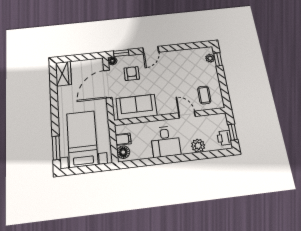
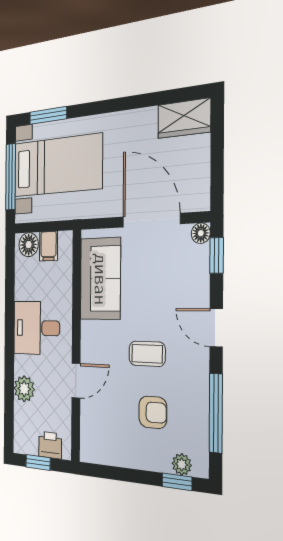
window: (185, 46) -> (216, 413), added
armchair: (132, 74) -> (153, 412), moved
coffee table: (204, 95) -> (147, 354), moved
printer: (224, 138) -> (50, 445), moved
window: (87, 169) -> (11, 177), added

